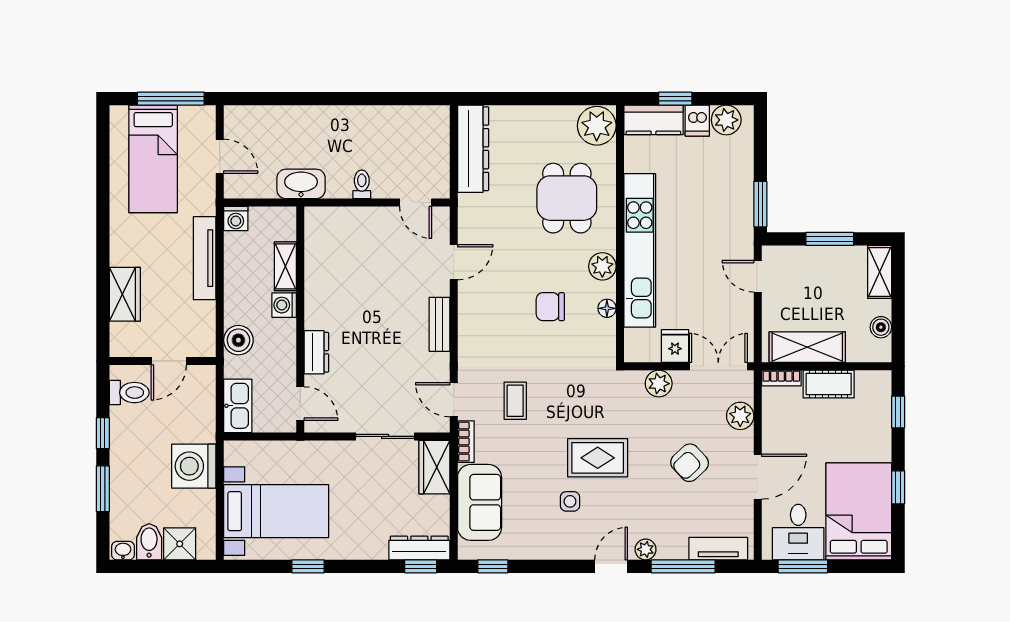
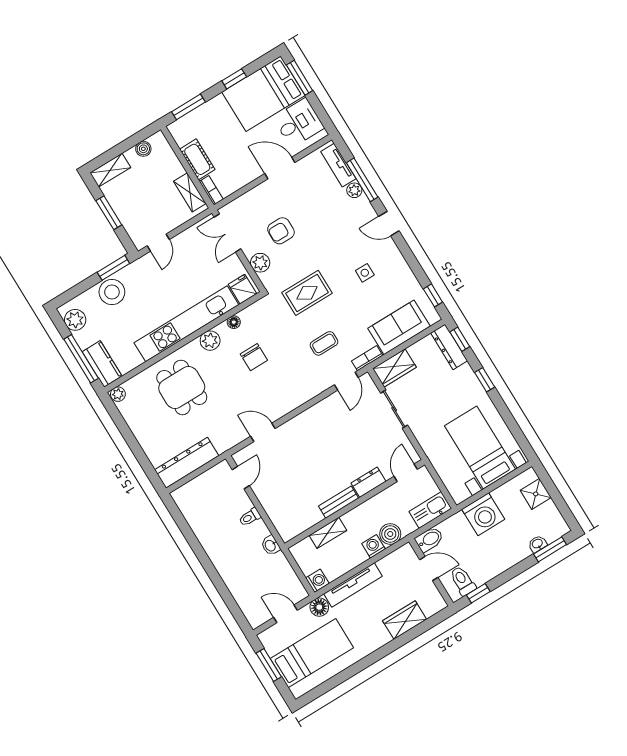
window: (171, 99) -> (269, 665), width x0.69
window: (675, 99) -> (81, 359), width x2.17
dishwasher: (697, 121) -> (86, 337), removed
plant: (597, 126) -> (118, 394), width x0.53, depth x0.53
door: (220, 156) -> (286, 614), hinge flipped
washbasin: (301, 184) -> (271, 545), width x0.52, depth x0.69
stool: (732, 184) -> (112, 292), added
dining table: (567, 198) -> (182, 387), turned 90
floor lamp: (203, 202) -> (319, 607), added
washing machine: (284, 305) -> (374, 546), moved, turned 180
bench: (439, 324) -> (339, 502), moved
fridge: (675, 346) -> (242, 289), moved, turned 90
shelving: (807, 347) -> (190, 192), width x0.67, depth x0.75
window: (898, 412) -> (188, 107), width x1.50
plant: (740, 416) -> (250, 201), removed
window: (103, 433) -> (478, 593), moved
rug: (598, 458) -> (307, 293), moved, turned 90
armchair: (690, 463) -> (281, 231), moved, turned 133
window: (103, 489) -> (550, 549), moved
bidet: (149, 542) -> (429, 539), moved, turned 180
plant: (646, 549) -> (354, 190), moved
washbasin: (123, 551) -> (537, 544), moved, turned 90
window: (308, 566) -> (485, 380), moved
window: (803, 566) -> (300, 78), moved

